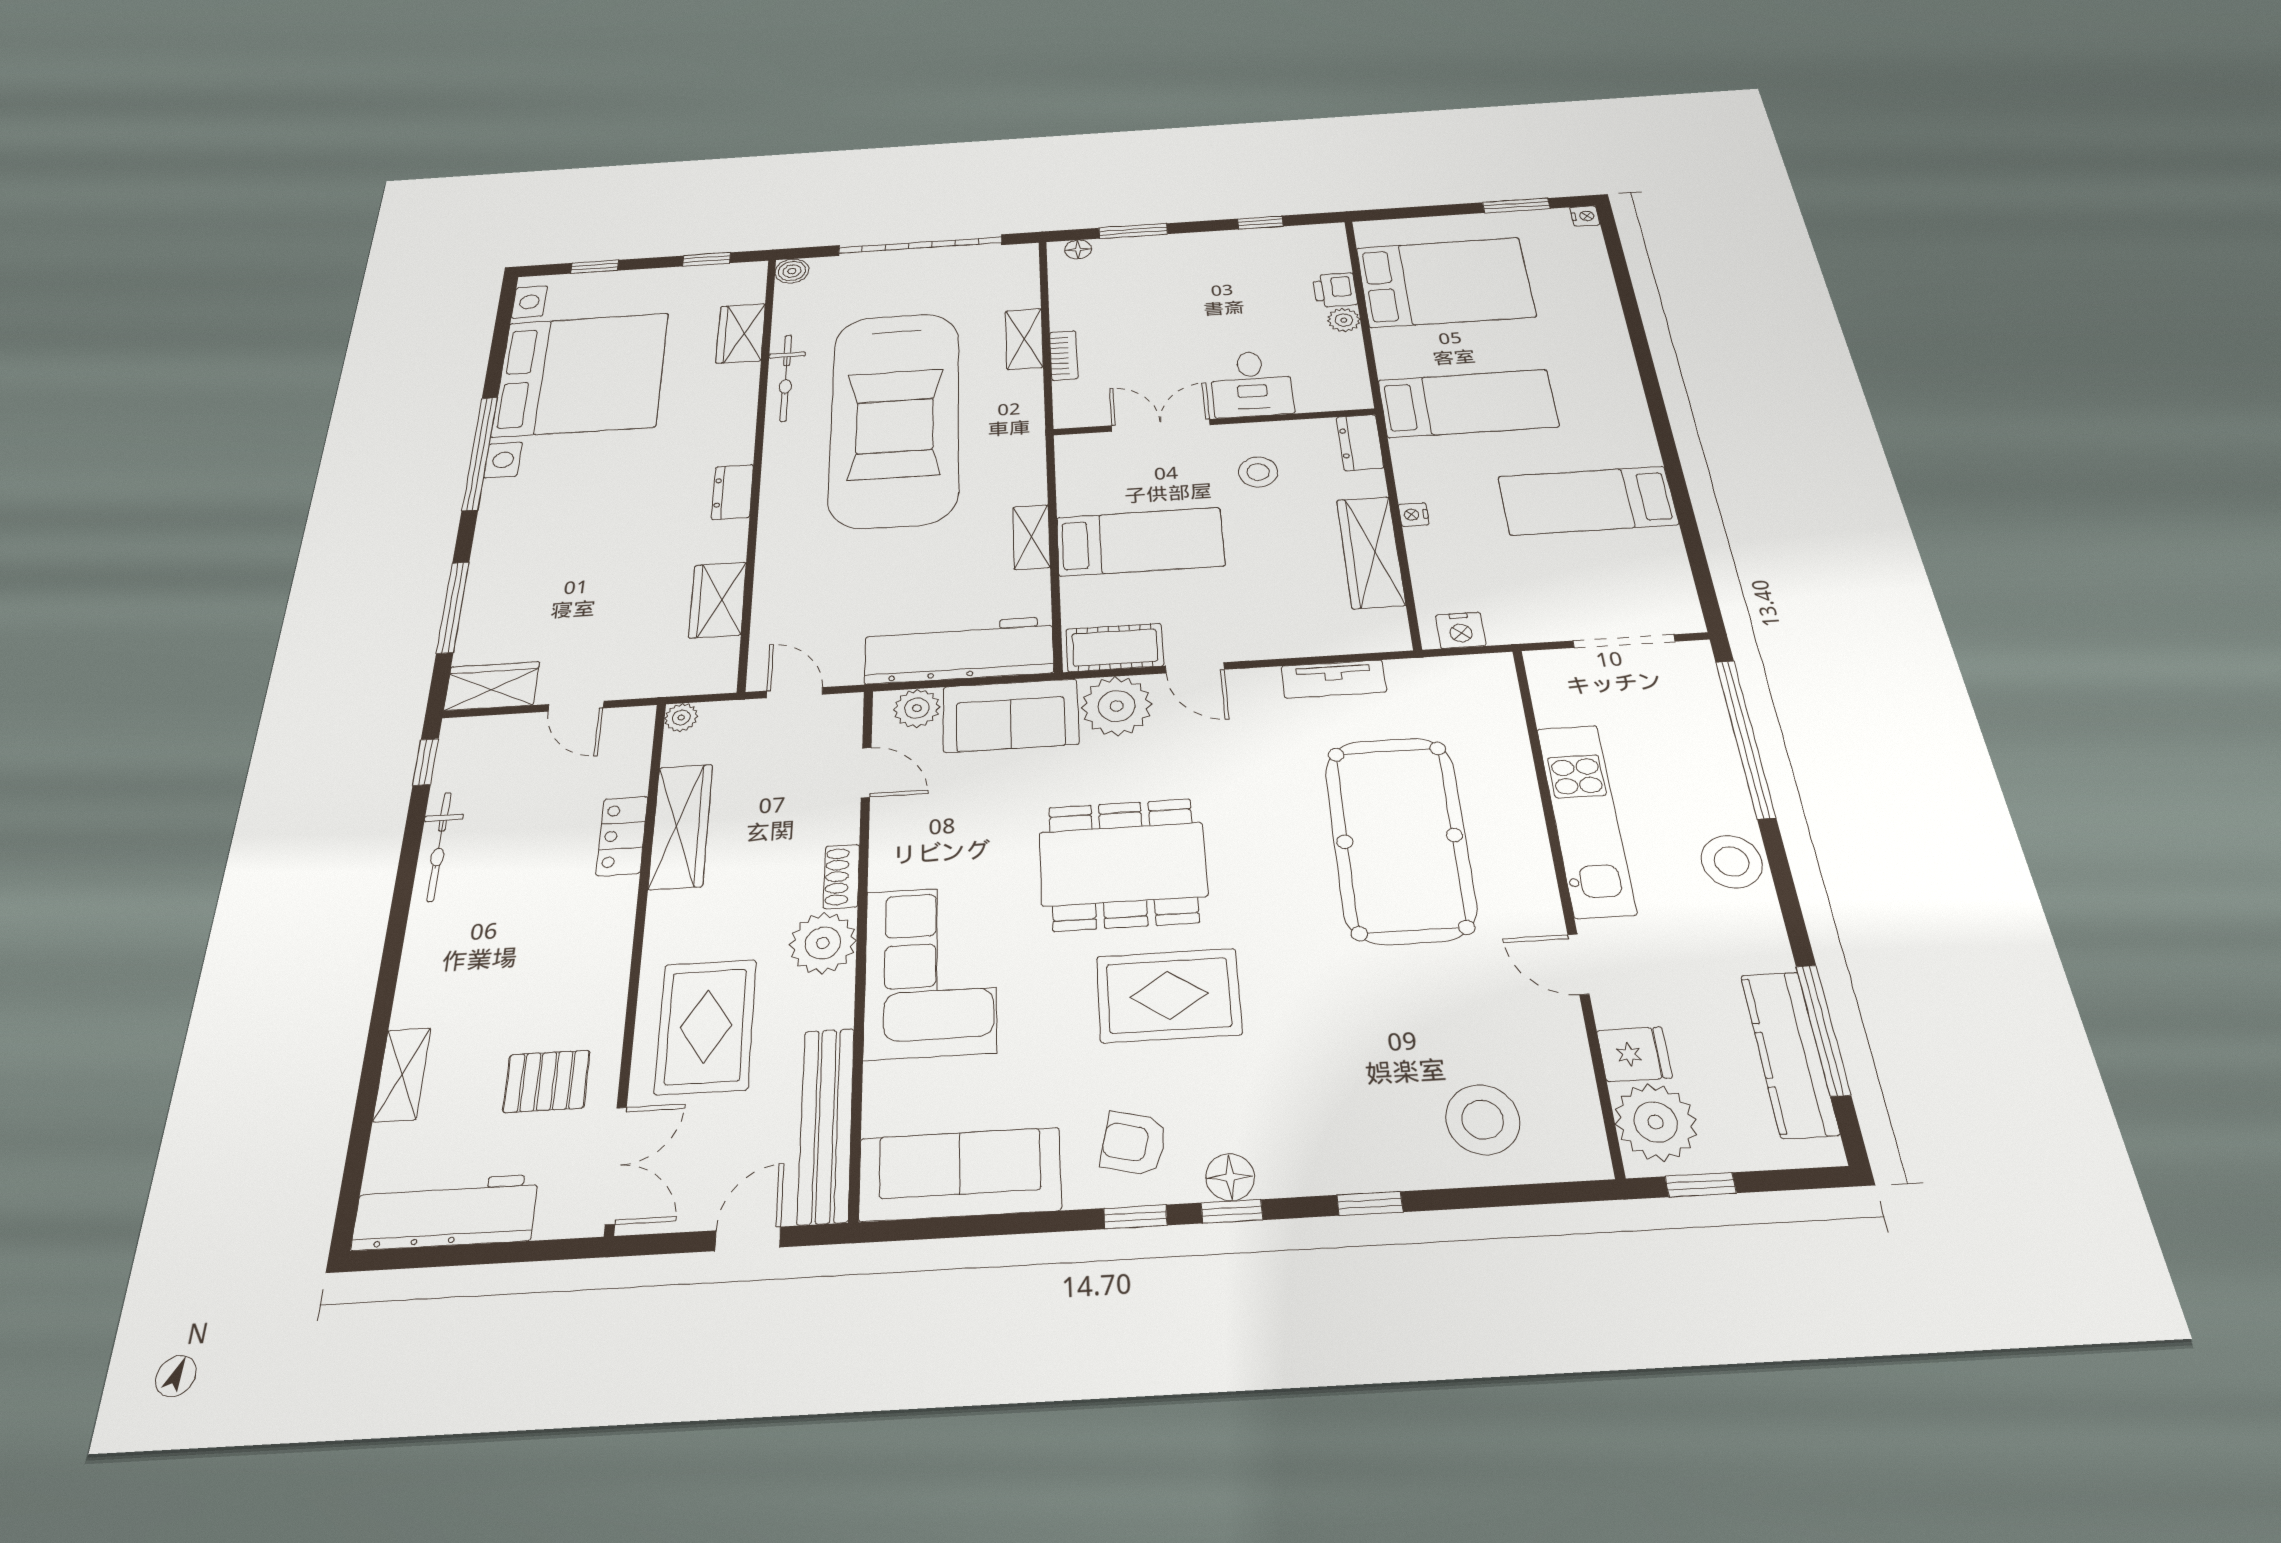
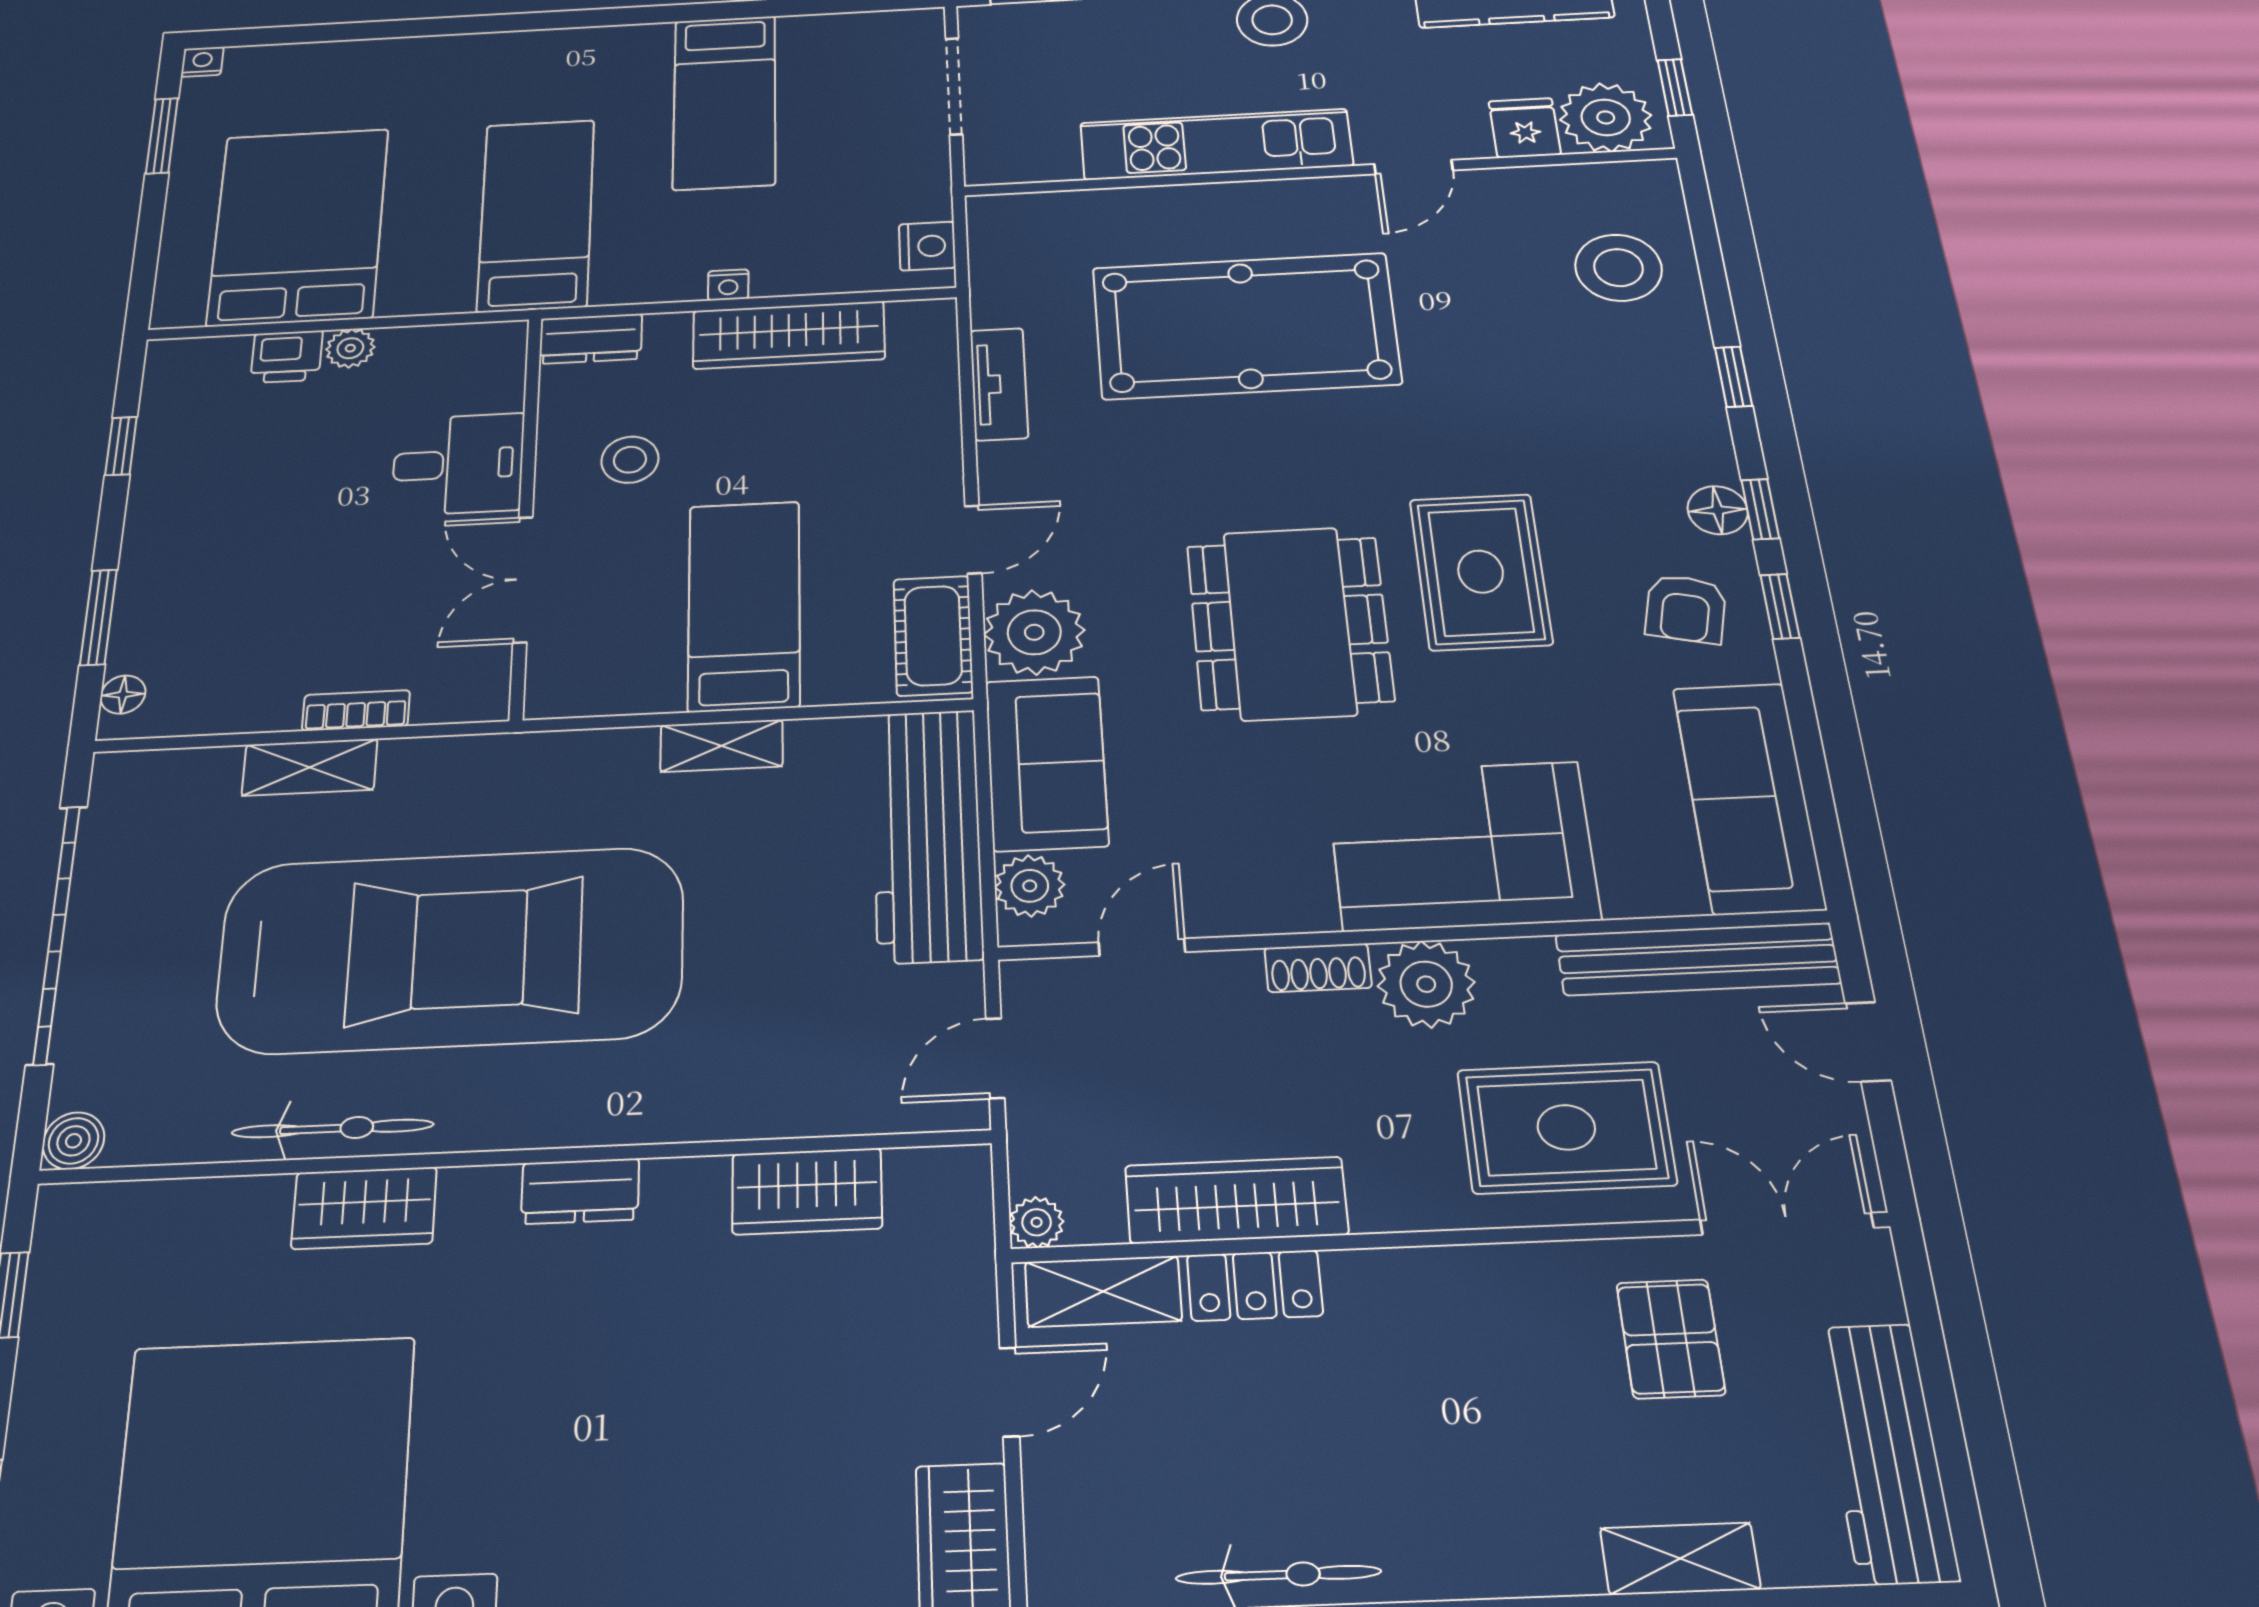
wardrobe: (741, 333) -> (364, 1208), moved
shelving: (631, 753) -> (1103, 1291), added

